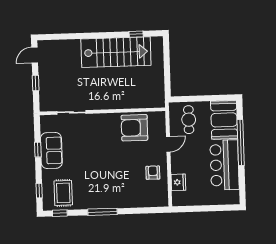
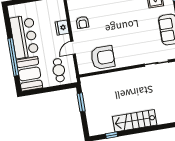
stairs: (116, 52) -> (135, 121), width x0.73, depth x0.66
window: (167, 78) -> (81, 102), added
fridge: (178, 182) -> (62, 28), moved

